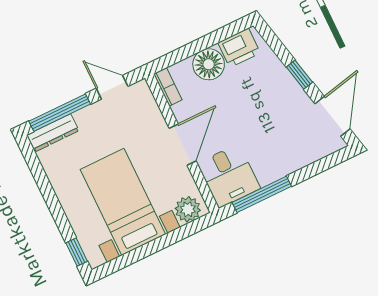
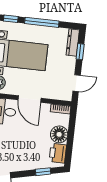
window: (299, 75) -> (43, 172), moved
window: (60, 113) -> (80, 52), width x0.46
window: (52, 200) -> (42, 22), added

